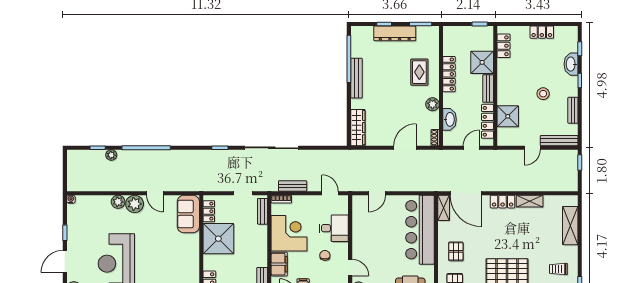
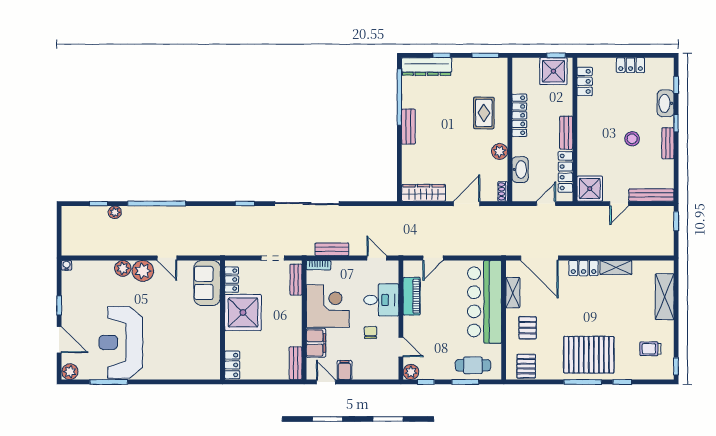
dresser: (395, 33) -> (427, 67), moved
shower: (482, 62) -> (553, 71), moved
bench: (356, 78) -> (408, 127), width x0.73
bench: (573, 110) -> (668, 143), moved
shower: (508, 116) -> (590, 189), moved
wardrobe: (358, 128) -> (424, 193), moved, turned -90
shelving: (444, 208) -> (513, 293), moved
piano: (359, 225) -> (412, 296), added
door: (65, 261) -> (59, 340), swing flipped

